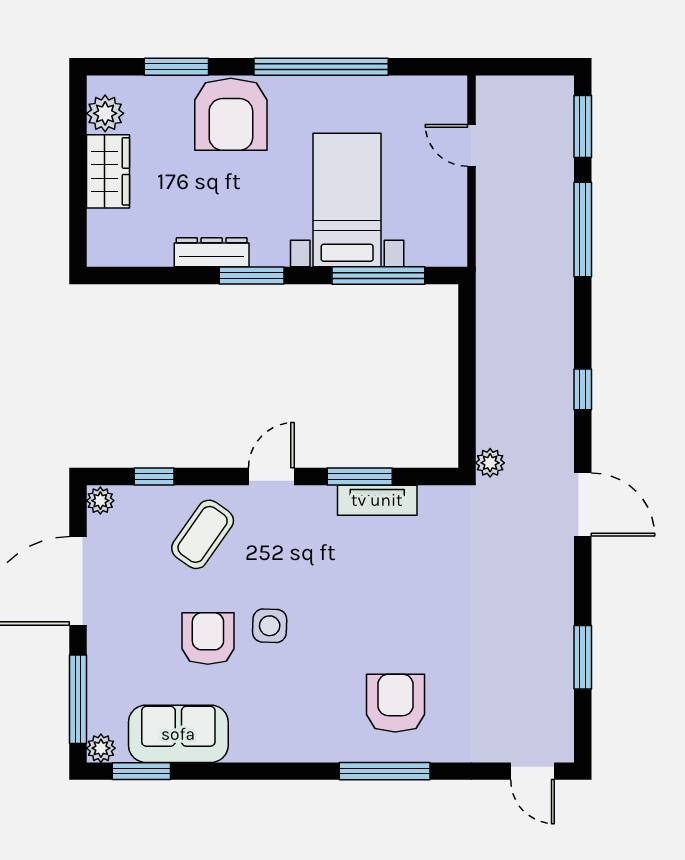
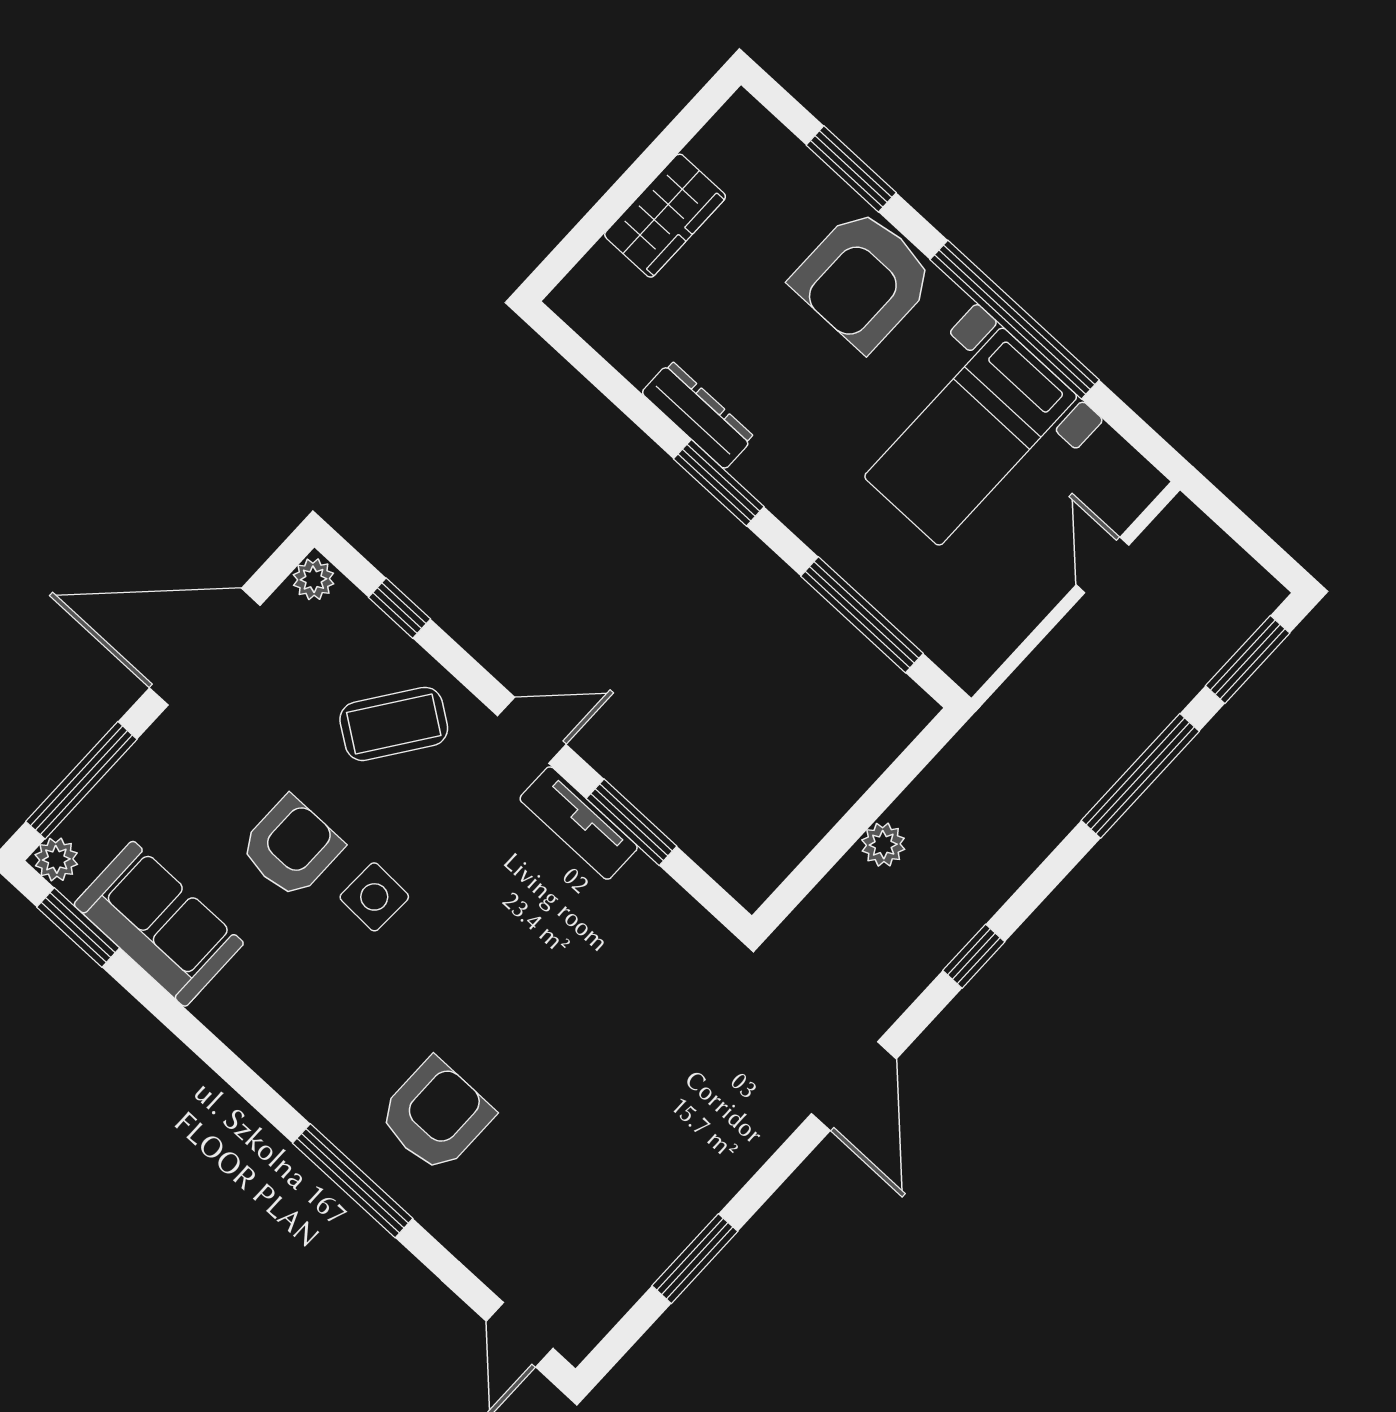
plant: (105, 113) -> (722, 147), removed
bed with nightstands: (347, 200) -> (971, 437), moved, turned 180
plant: (490, 463) -> (883, 845), moved
tv unit: (377, 500) -> (579, 823), moved

